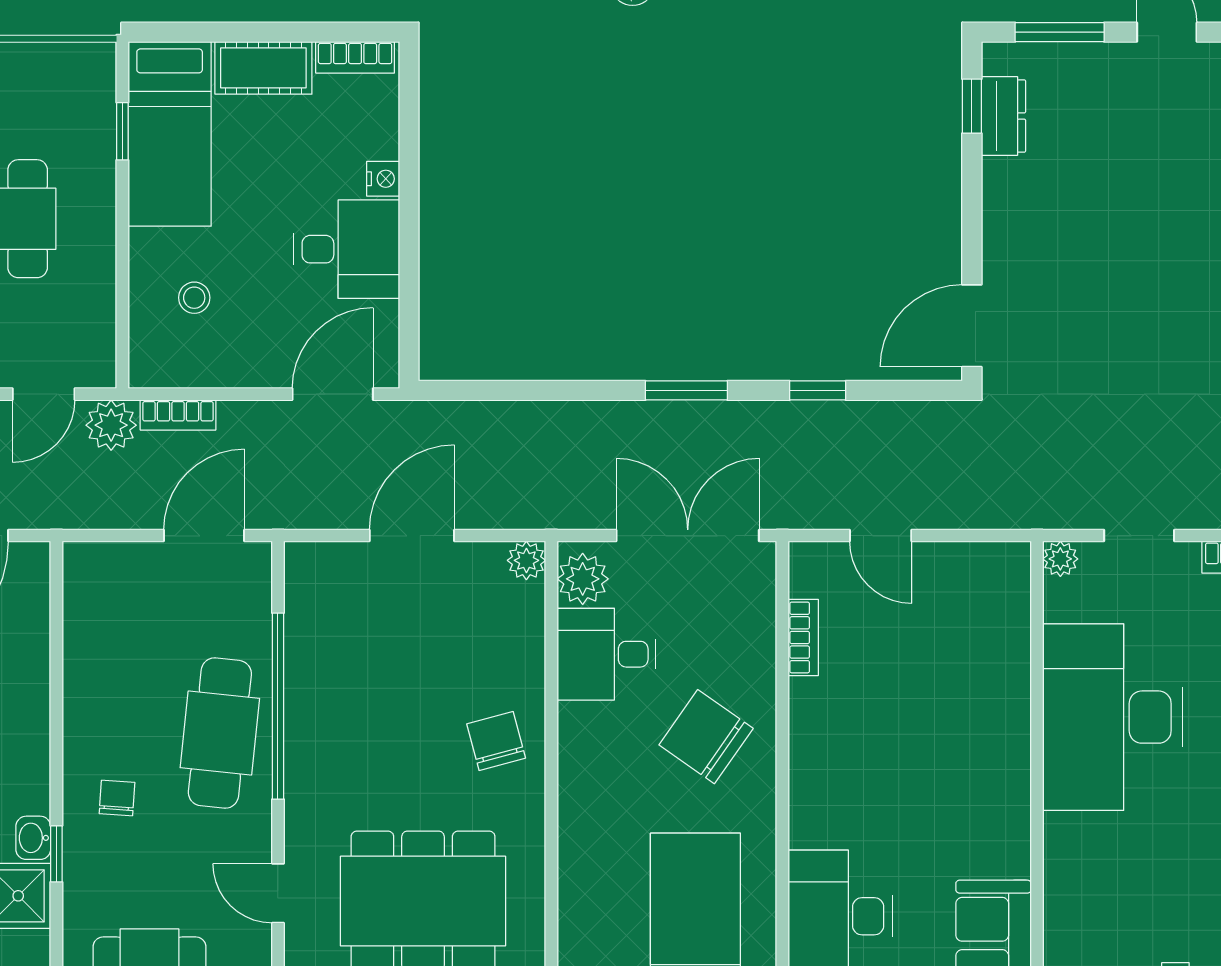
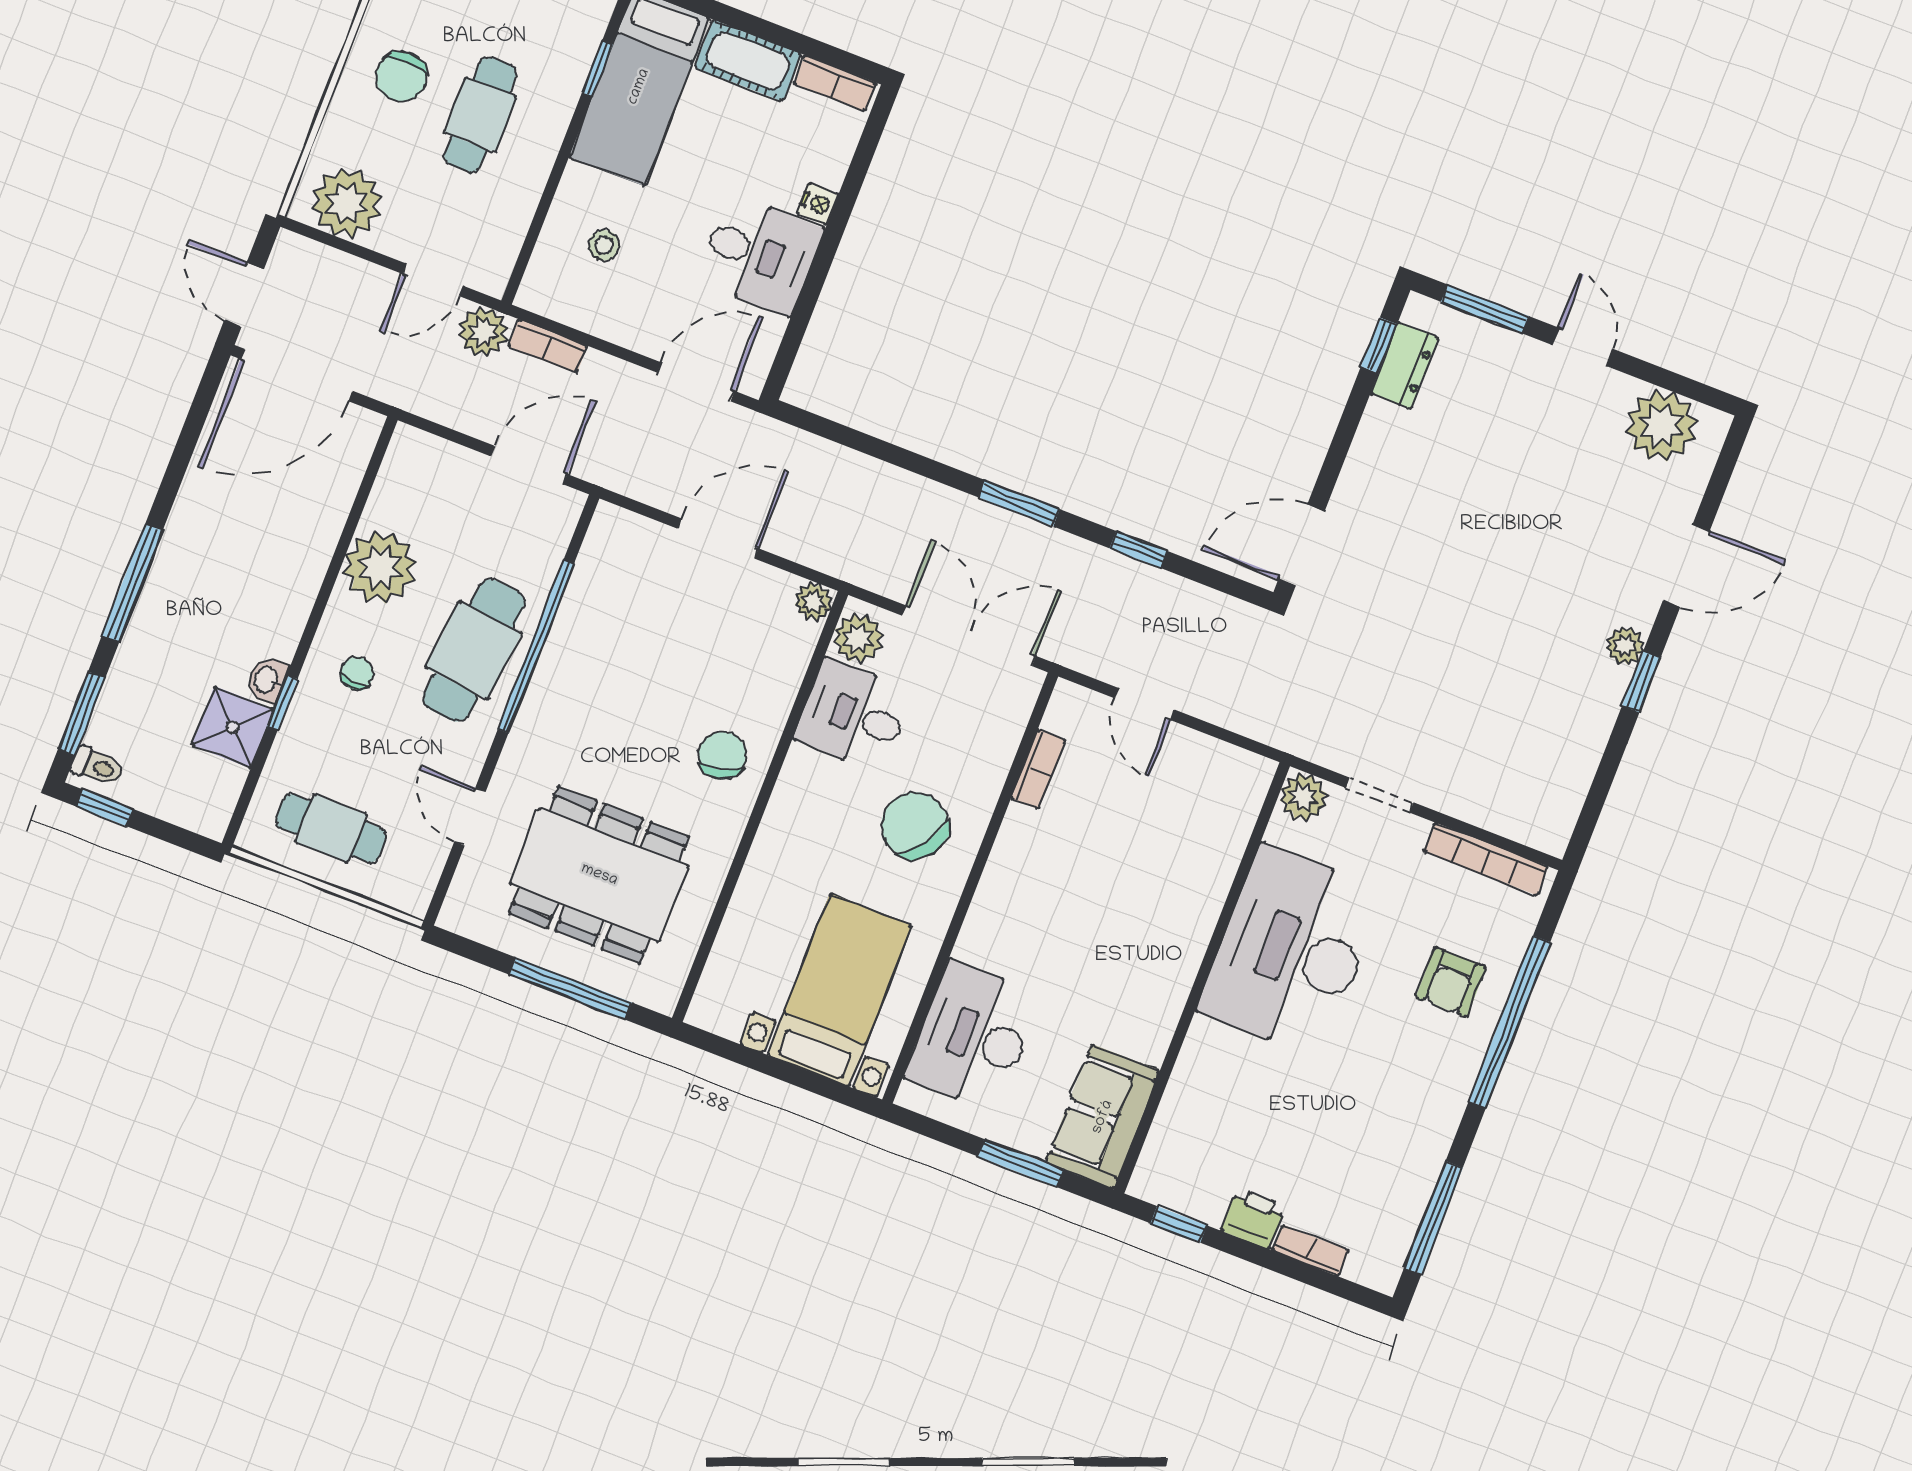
plant: (1060, 559) -> (1303, 797), width x1.38, depth x1.38
plant: (100, 688) -> (380, 567), added

